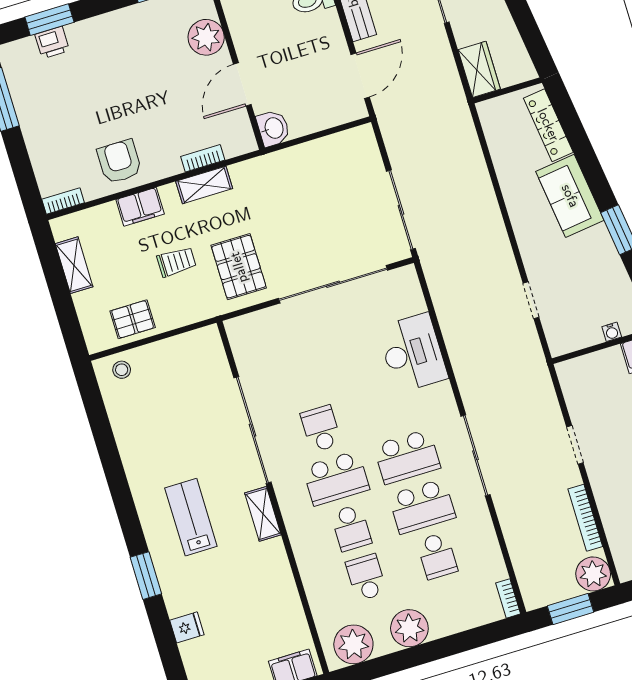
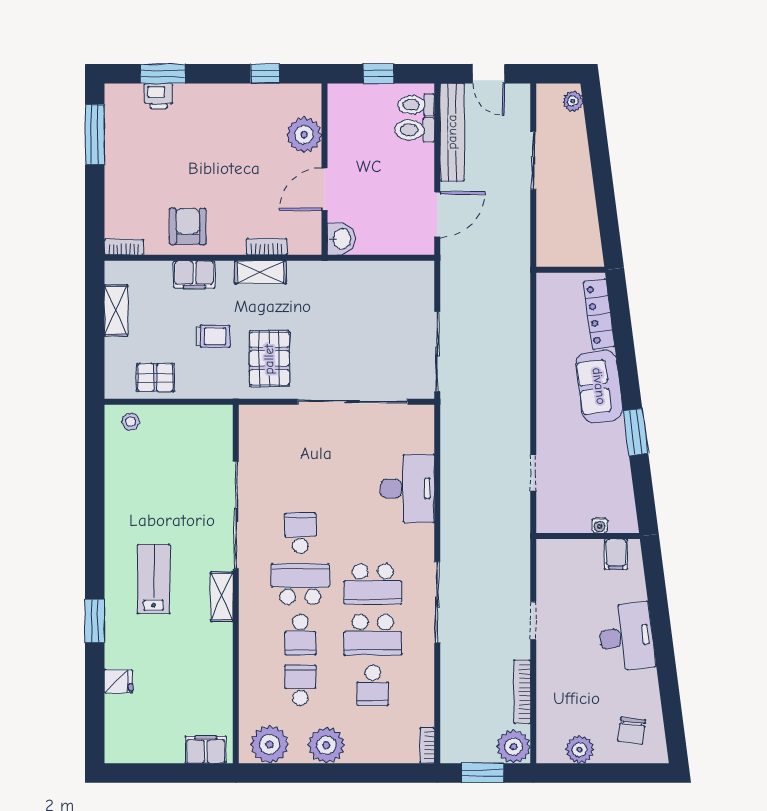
wardrobe: (479, 69) -> (550, 242), removed
school desk: (336, 478) -> (300, 584), turned 180

